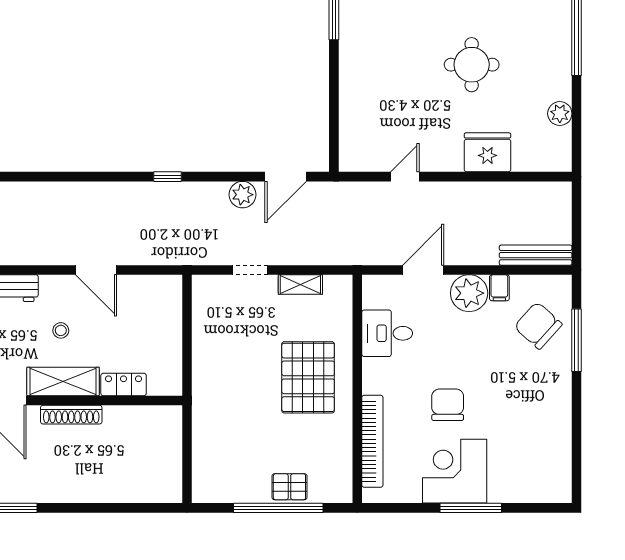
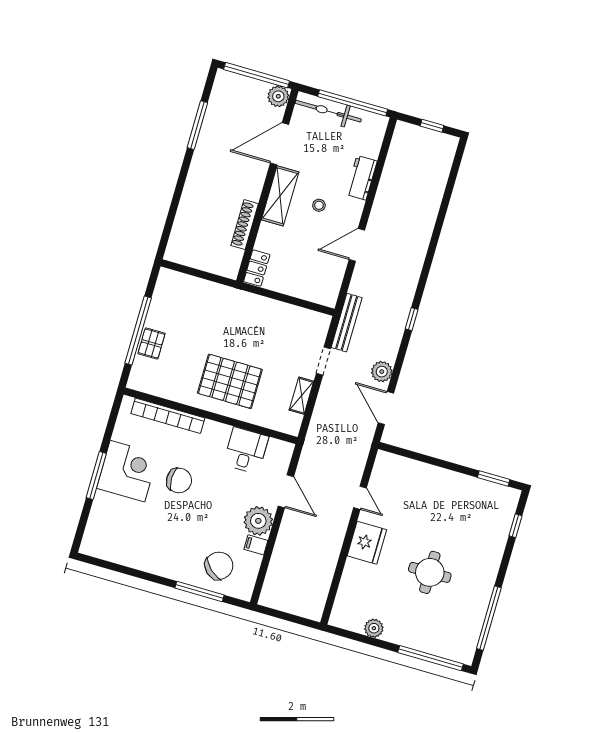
fridge: (487, 152) -> (367, 543), moved
bench: (536, 255) -> (347, 323), moved
locker: (124, 384) -> (257, 268), moved
shoe rack: (71, 415) -> (245, 225), moved

